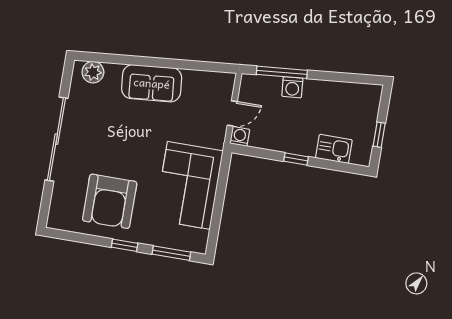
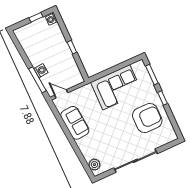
sofa: (152, 83) -> (75, 123), moved
door: (232, 113) -> (61, 94), moved
washing machine: (240, 136) -> (52, 19), moved
kitchen sink: (334, 149) -> (56, 33), removed

